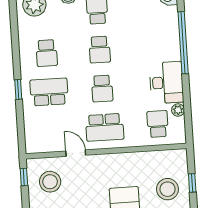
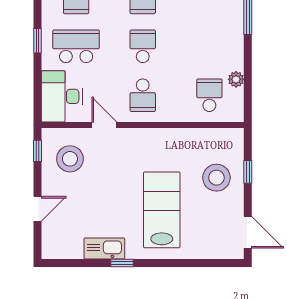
desk: (166, 83) -> (62, 96), moved, turned 180
school desk: (102, 89) -> (143, 46), turned 180
school desk: (105, 127) -> (143, 95), width x0.54

